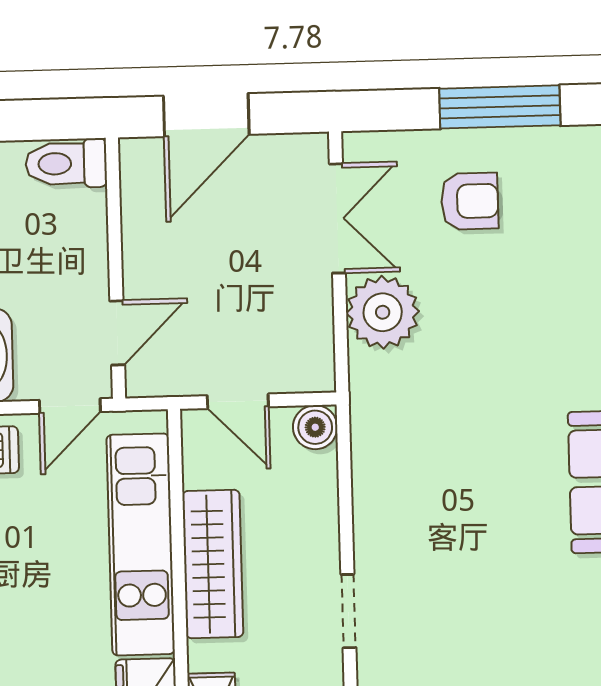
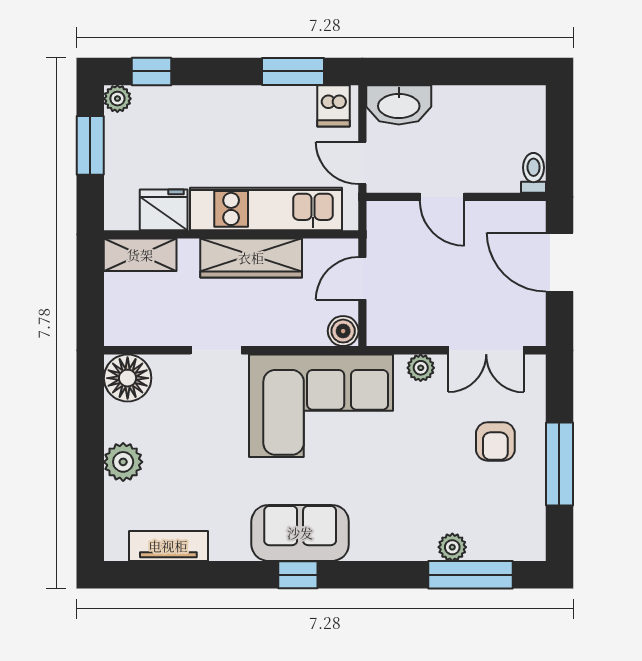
toilet: (66, 163) -> (534, 173), width x0.73, depth x0.72
plant: (383, 312) -> (421, 368), width x0.53, depth x0.53
door: (117, 333) -> (442, 197), moved
corner sofa: (425, 456) -> (321, 406), added

